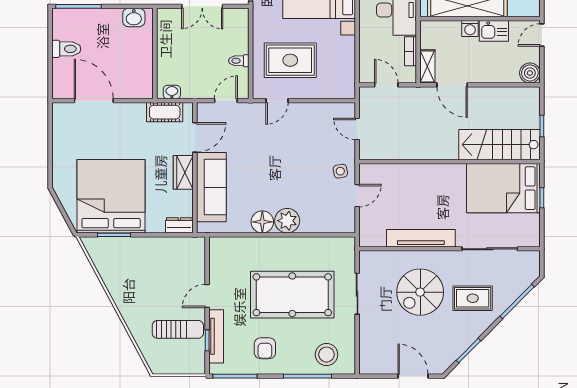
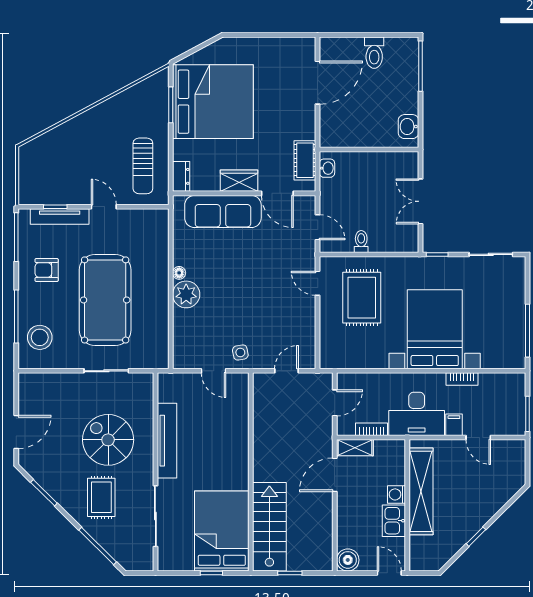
floor lamp: (262, 222) -> (179, 273), width x0.53, depth x0.53
sun lounger: (178, 329) -> (143, 166), moved

